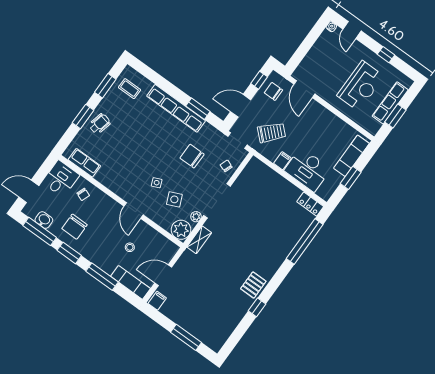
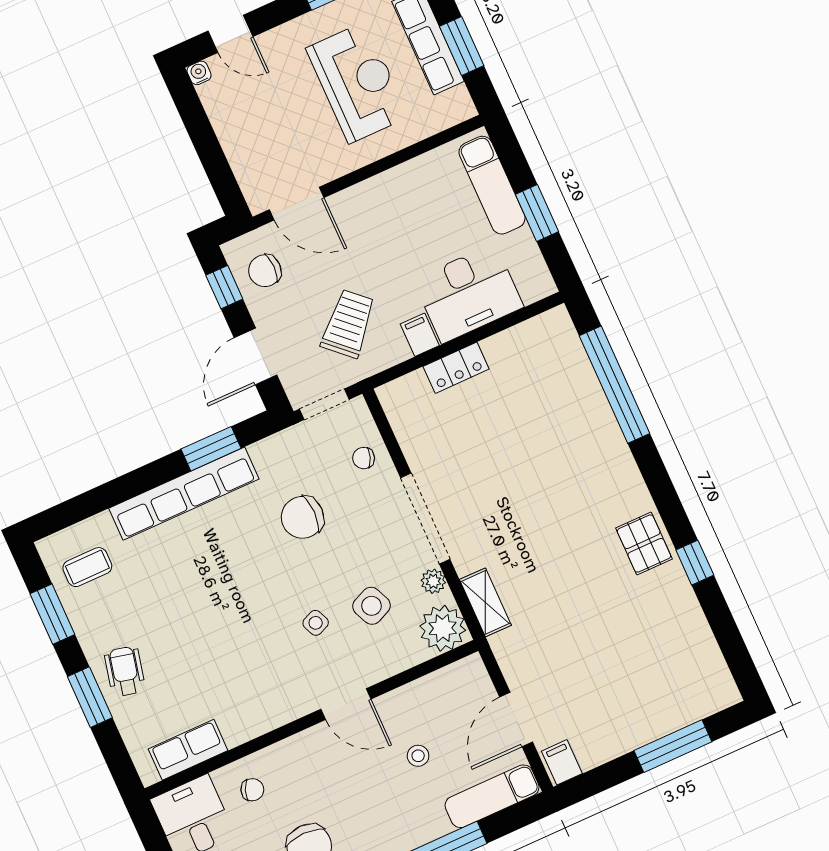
locker: (310, 204) -> (456, 368), moved

